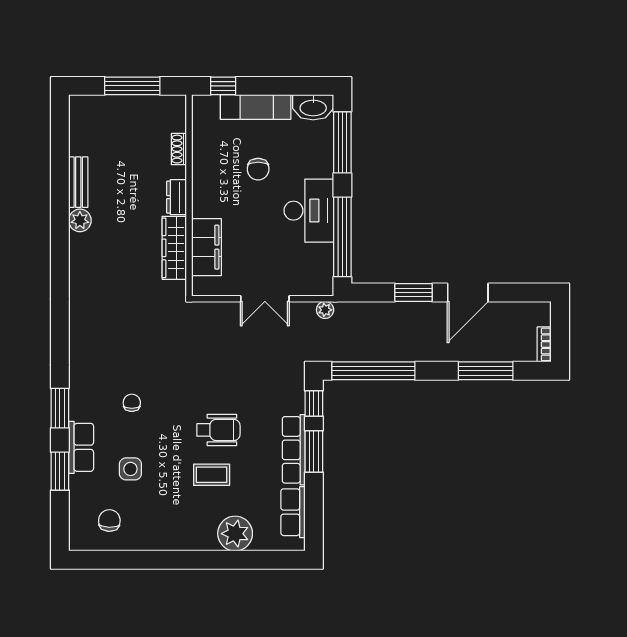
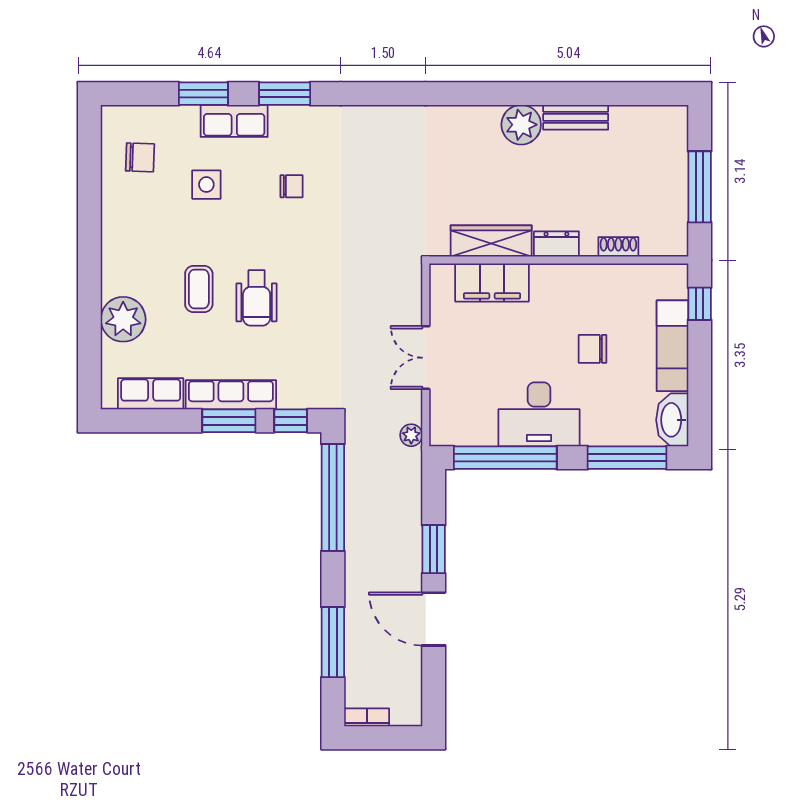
plant: (80, 220) -> (521, 125), width x1.36, depth x1.36

